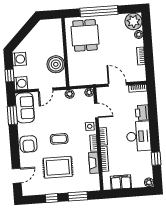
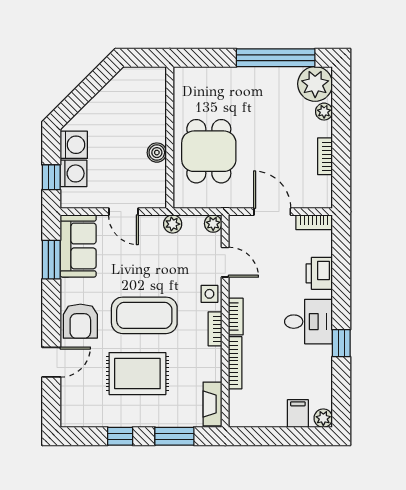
window: (99, 11) -> (276, 58), moved
dining table: (85, 35) -> (209, 151), moved
boiler: (56, 64) -> (157, 153), width x0.54, depth x0.54
washing machine: (21, 83) -> (73, 173), moved
door: (45, 90) -> (123, 212), hinge flipped
desk: (139, 136) -> (309, 322), width x0.73
coffee table: (59, 139) -> (144, 315), width x1.86, depth x1.72
window: (156, 159) -> (341, 343), moved
fireplace: (94, 163) -> (212, 404), moved
door: (17, 176) -> (51, 362), moved
filing cabinet: (121, 182) -> (298, 414), moved, width x0.50

